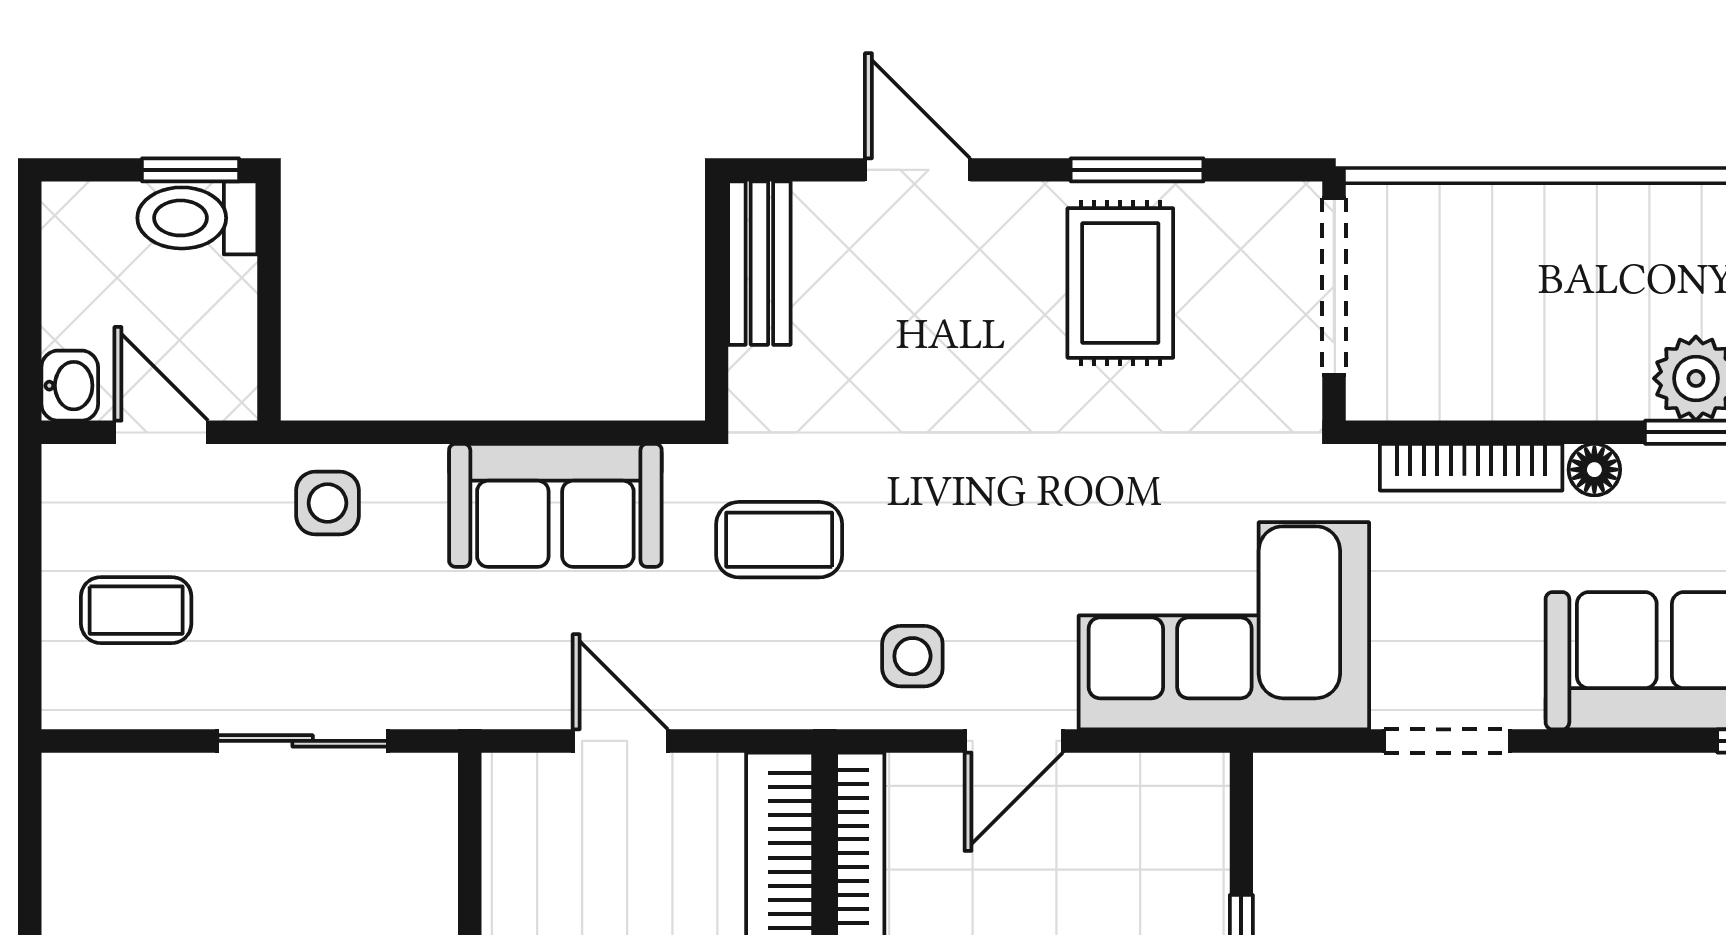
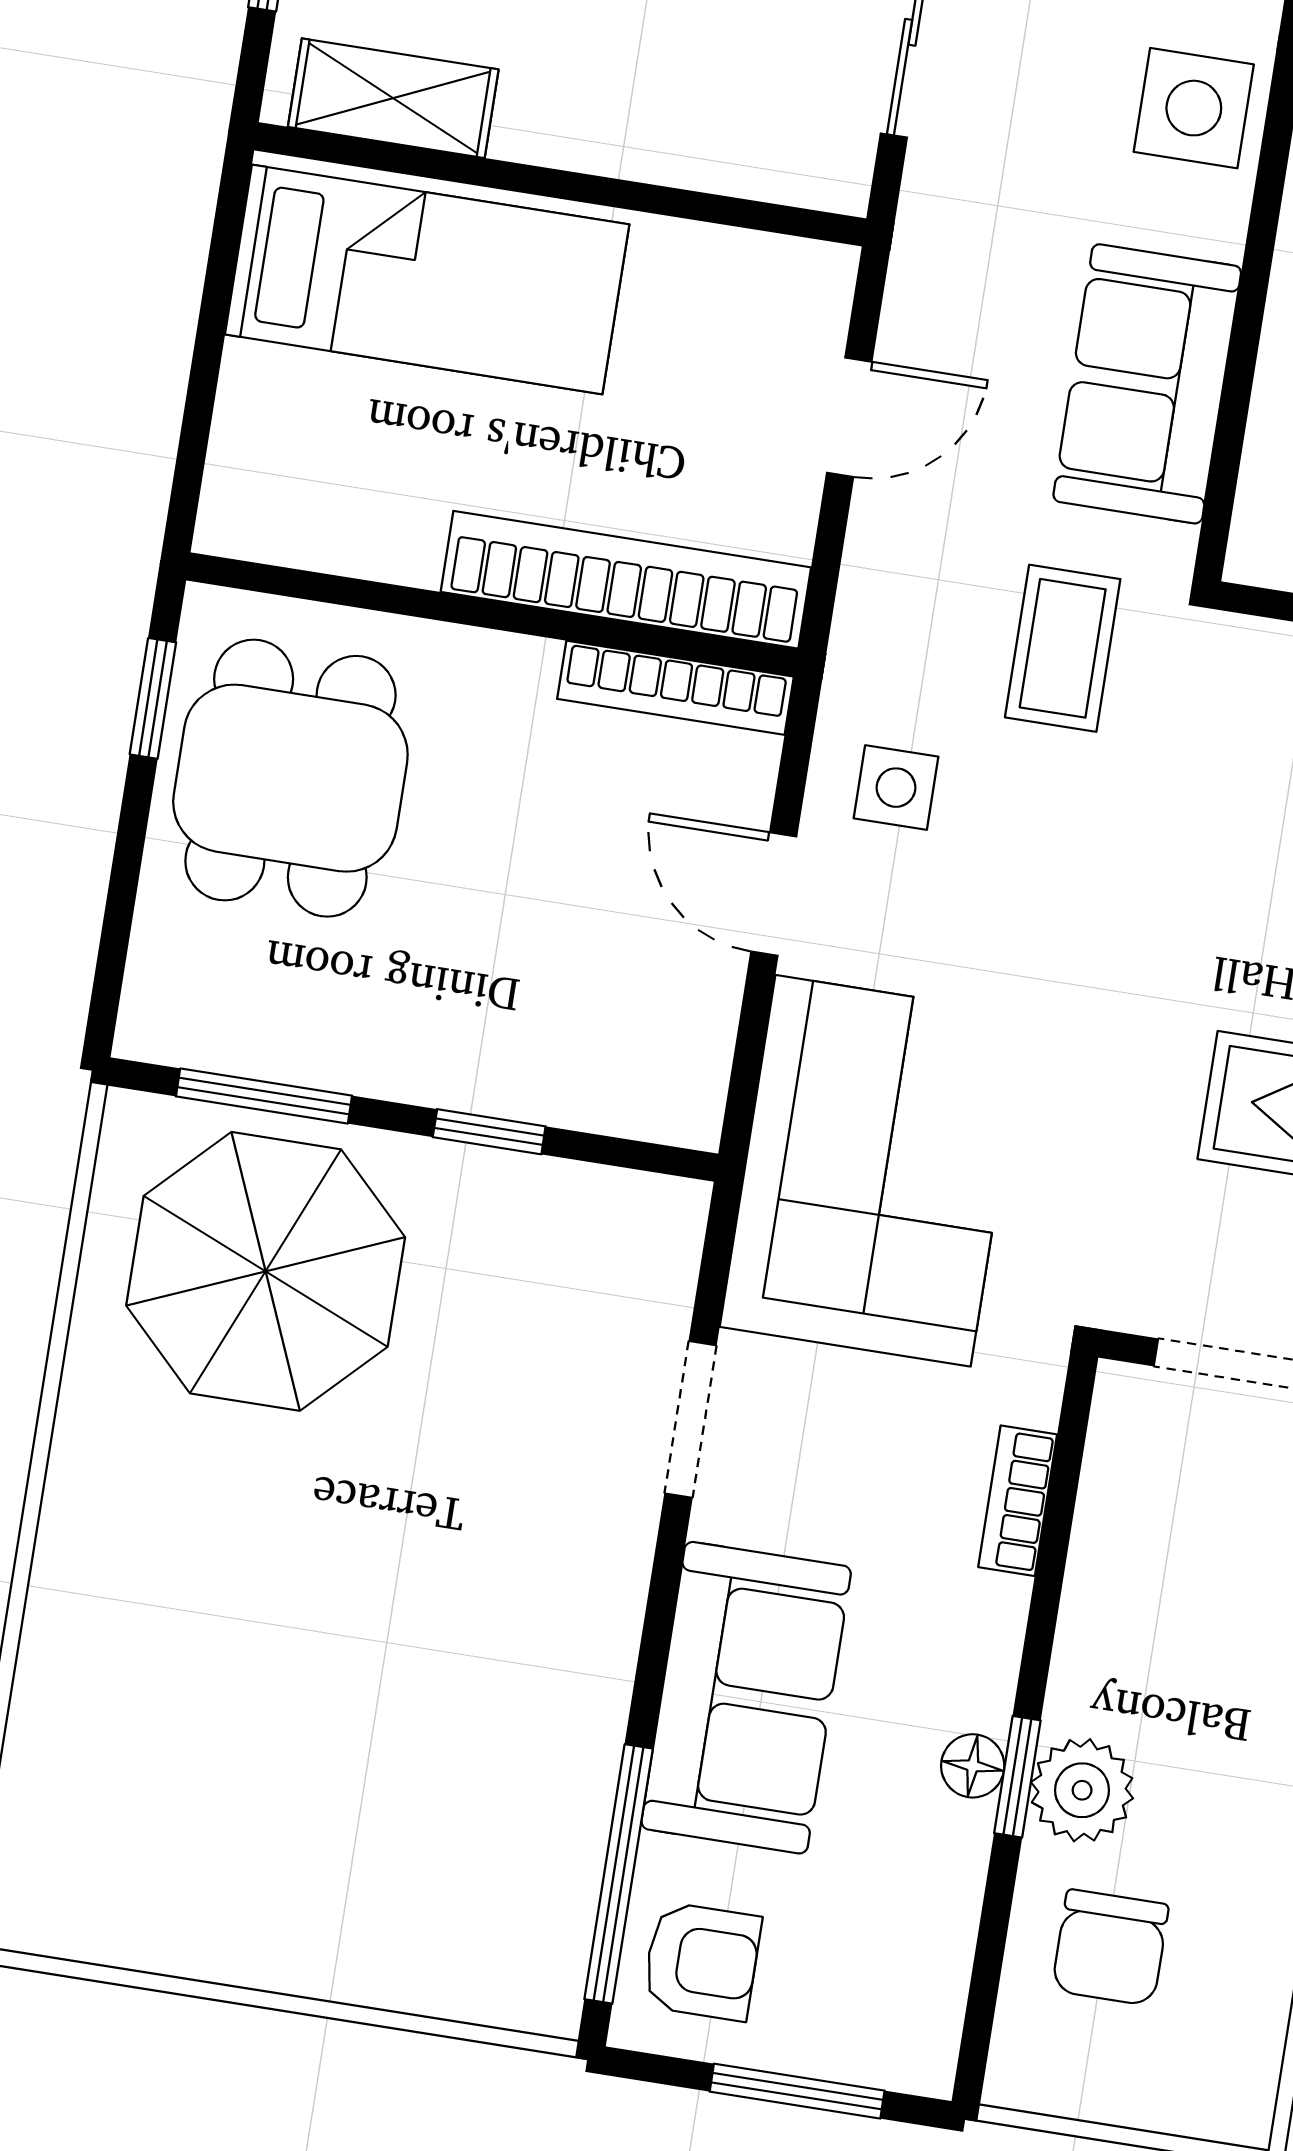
bookcase: (1471, 467) -> (1018, 1501), width x0.64
floor lamp: (1594, 470) -> (973, 1766), moved
side table: (327, 503) -> (1194, 108), width x1.37, depth x1.37

